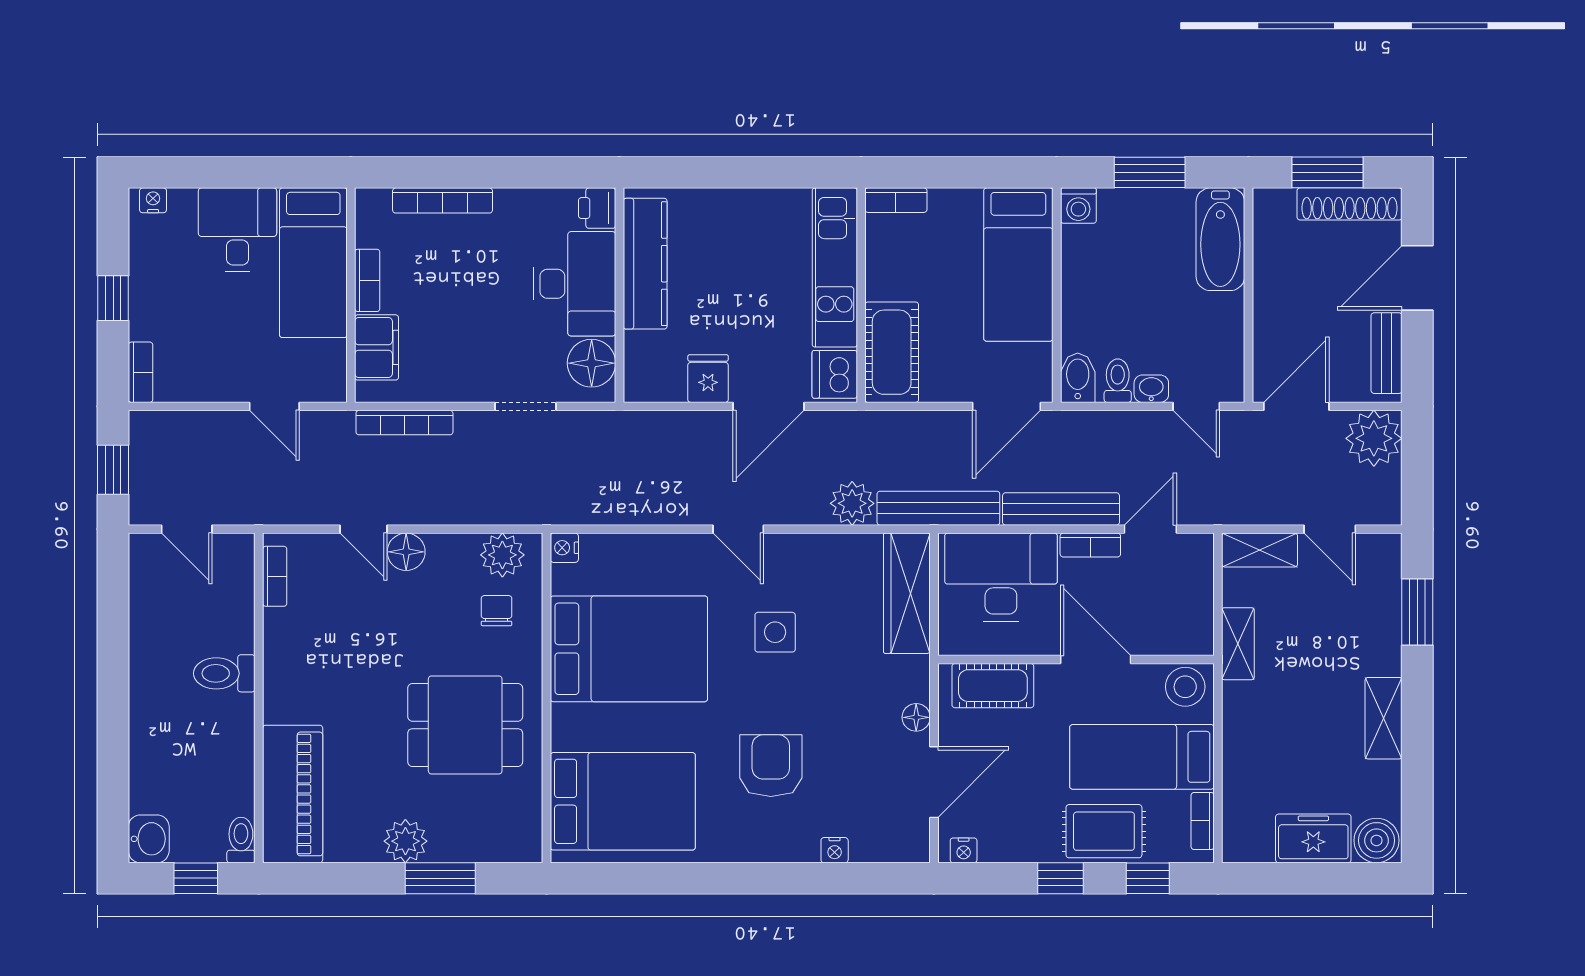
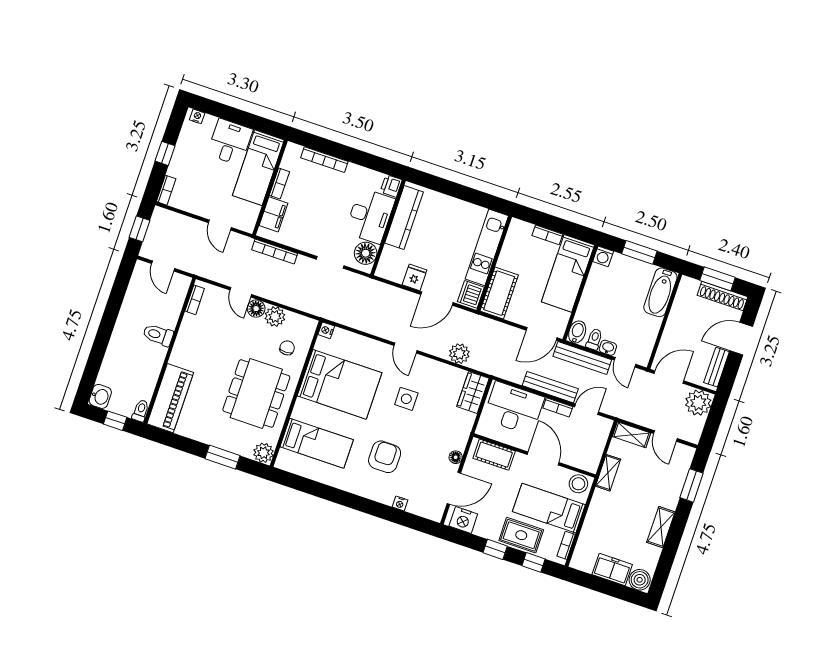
bookcase: (896, 200) -> (547, 235), moved
bench: (938, 508) -> (582, 358), moved
plant: (502, 555) -> (275, 317), moved
wardrobe: (907, 593) -> (473, 392), width x0.67
dining table: (465, 725) -> (256, 393), width x1.38
bed: (623, 801) -> (317, 443), width x0.67
plant: (405, 841) -> (264, 453), moved
nightstand: (964, 850) -> (463, 520), width x1.89, depth x1.79

